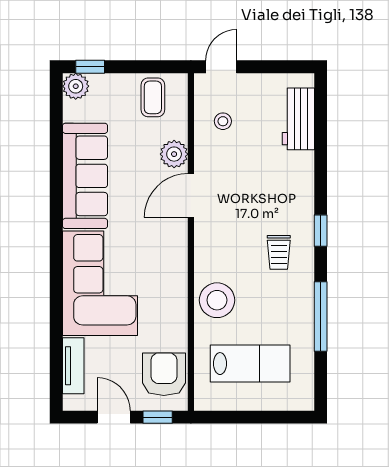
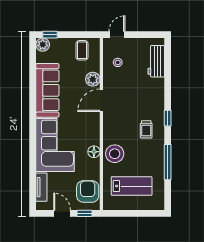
floor lamp: (176, 296) -> (94, 152), added

